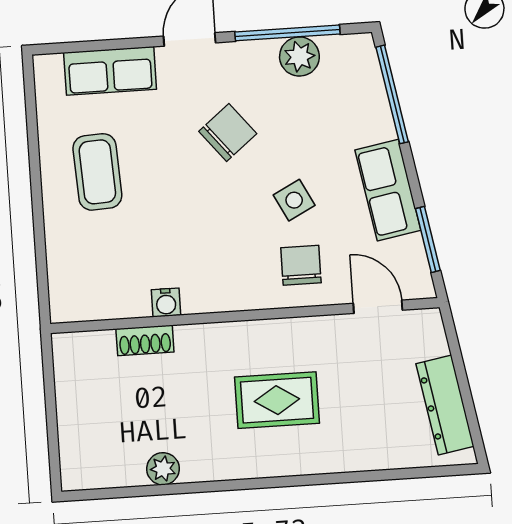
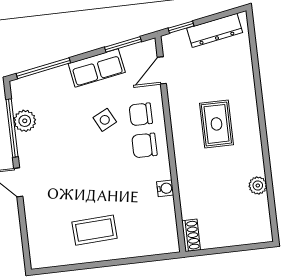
row of seats: (110, 71) -> (38, 226), removed
chair: (228, 133) -> (144, 145), moved, turned -51
shoe rack: (145, 340) -> (191, 235), moved
window: (454, 345) -> (181, 27), added

